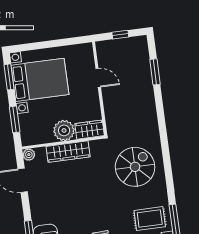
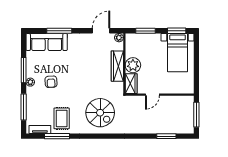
window: (120, 35) -> (196, 115), width x2.17
door: (98, 78) -> (152, 95), moved
bed with nightstands: (40, 80) -> (178, 53), width x0.73

